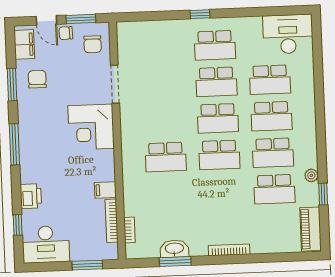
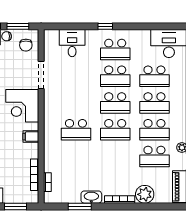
desk: (156, 39) -> (72, 43), added
filing cabinet: (105, 190) -> (31, 137), moved
plant: (263, 241) -> (145, 194), added
washbasin: (174, 249) -> (91, 197), moved

